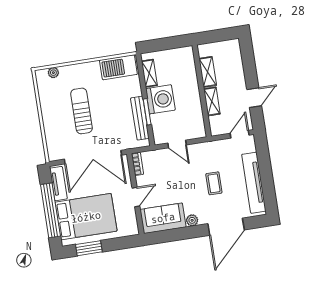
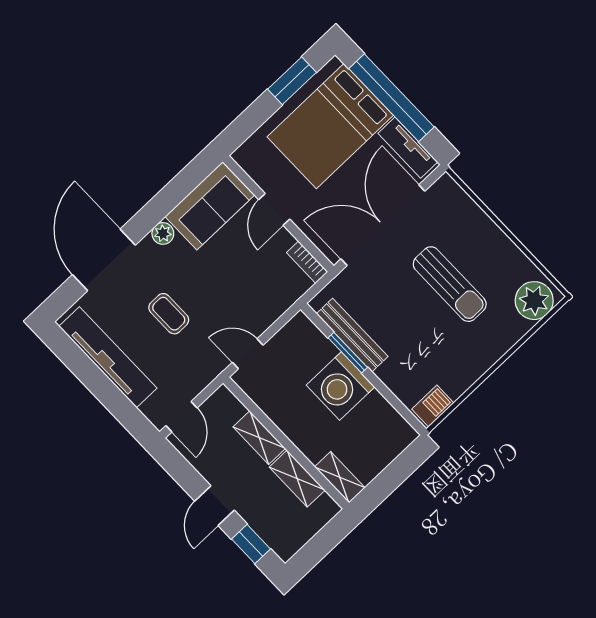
window: (248, 57) -> (251, 544), added
barbecue: (118, 67) -> (433, 406), width x0.53, depth x0.65
plant: (53, 73) -> (534, 301), width x1.88, depth x1.88
shelving: (149, 73) -> (340, 477), moved
door: (254, 98) -> (214, 506), moved
door: (177, 144) -> (248, 354), moved

